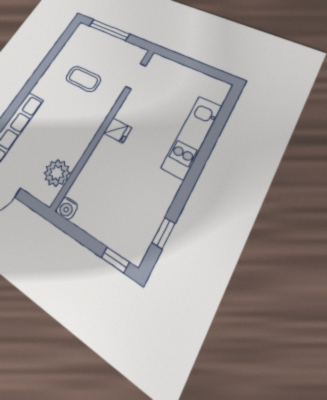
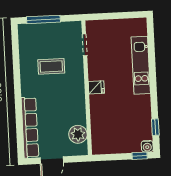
water cooler: (67, 208) -> (147, 146), moved

